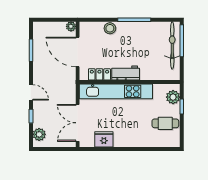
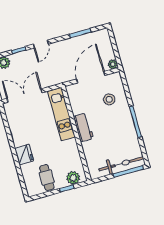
stool: (110, 28) -> (109, 99), moved
locker: (99, 74) -> (75, 103), removed
kitchen unit: (116, 91) -> (61, 114), width x0.73
fridge: (104, 139) -> (24, 155), moved

